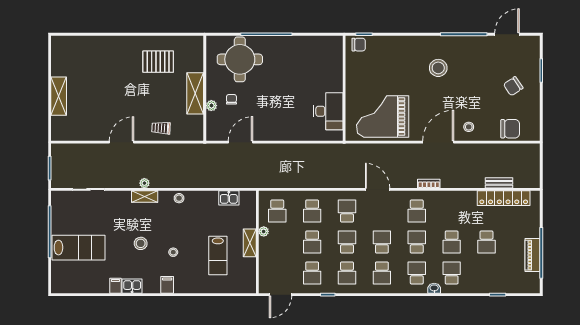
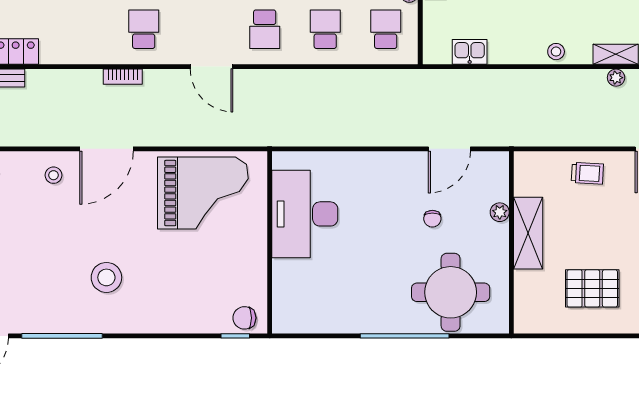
chair: (231, 99) -> (432, 219), moved
desk: (328, 111) -> (305, 214), width x1.36, depth x1.30

